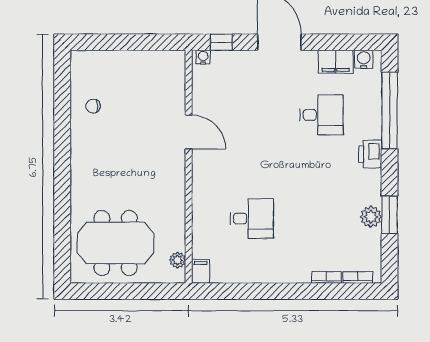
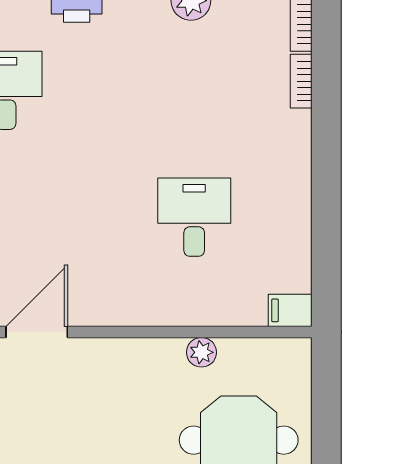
plant: (178, 260) -> (201, 352), moved

